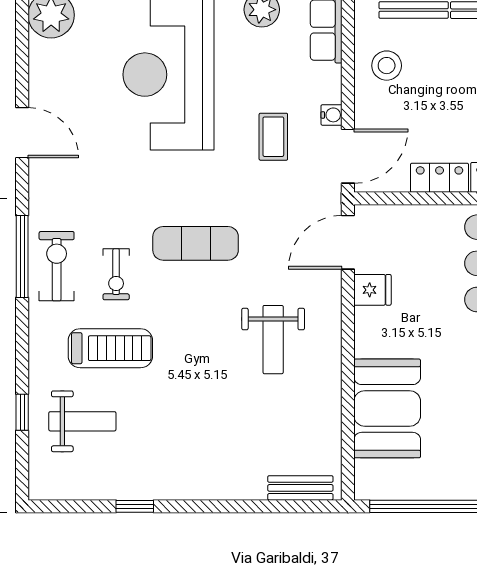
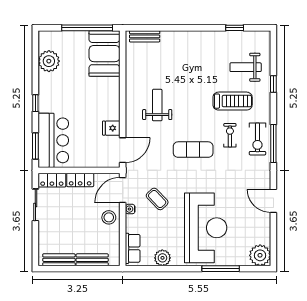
stool: (387, 66) -> (109, 217), moved
coffee table: (273, 137) -> (157, 199), turned -44
treadmill: (110, 348) -> (233, 101), turned 180
booth: (387, 408) -> (104, 54), moved
window: (22, 412) -> (273, 84), moved
window: (135, 506) -> (235, 28), moved

